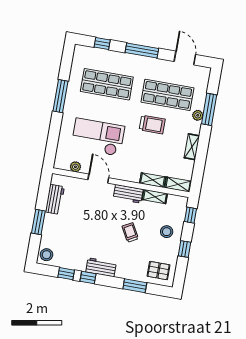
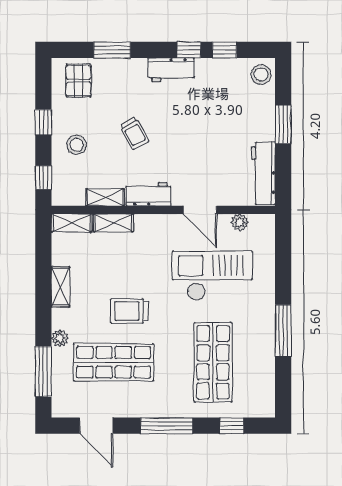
shop shelf: (107, 84) -> (213, 362), turned 90
window: (209, 109) -> (43, 371), moved
checkout: (98, 137) -> (212, 276), turned 180
workbench: (55, 199) -> (263, 173), width x1.37
pallet: (159, 271) -> (79, 81), turned 90

